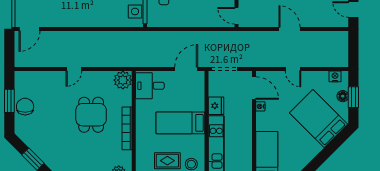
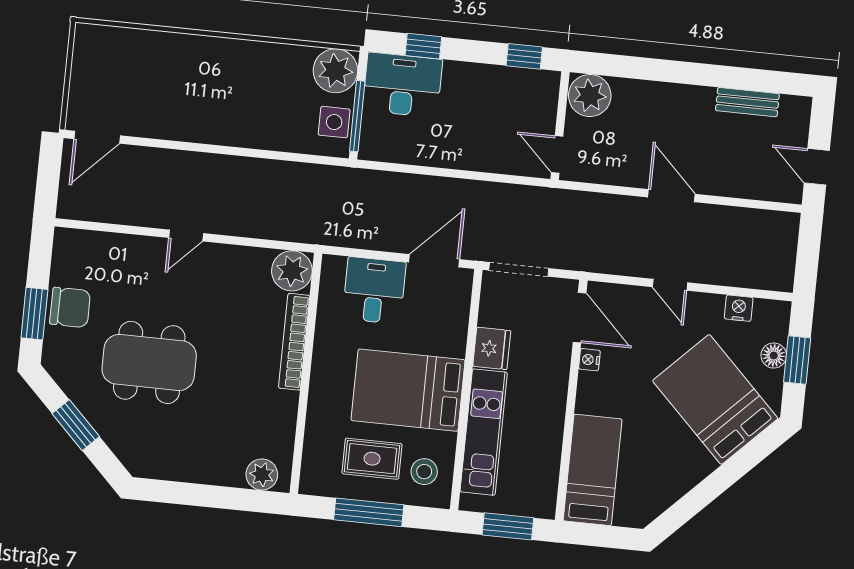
nightstand: (335, 76) -> (739, 308), moved
desk: (150, 86) -> (374, 290), moved, turned 90
window: (9, 101) -> (34, 314), moved
chair: (25, 107) -> (70, 307), turned 90
dining table: (91, 115) -> (149, 362), moved, width x1.37
bed: (180, 123) -> (408, 390), width x1.50
bookcase: (127, 128) -> (294, 342), moved

